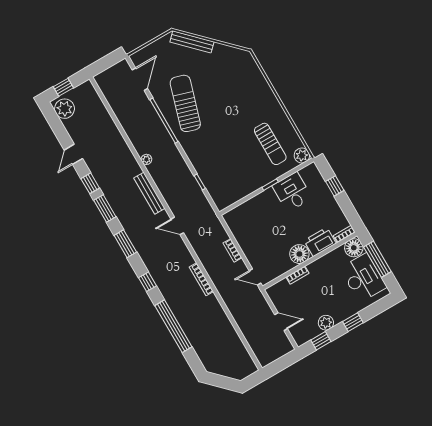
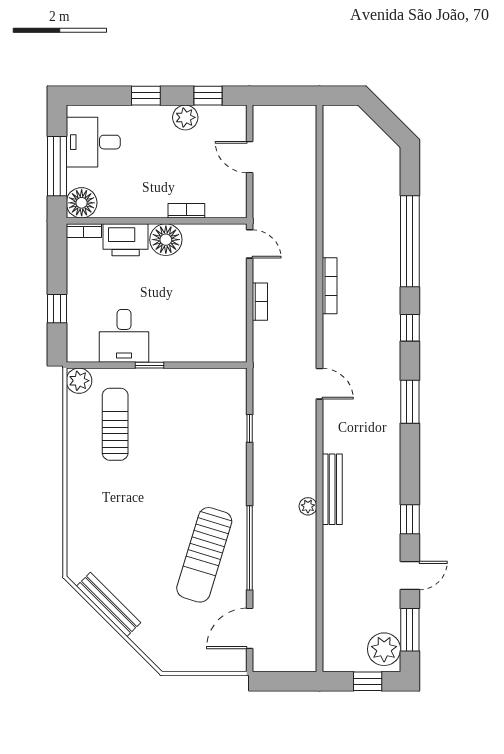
bench: (192, 42) -> (109, 604), moved
bench: (149, 193) -> (332, 489), moved
window: (105, 209) -> (410, 630), moved
desk: (363, 278) -> (93, 142), width x0.73

